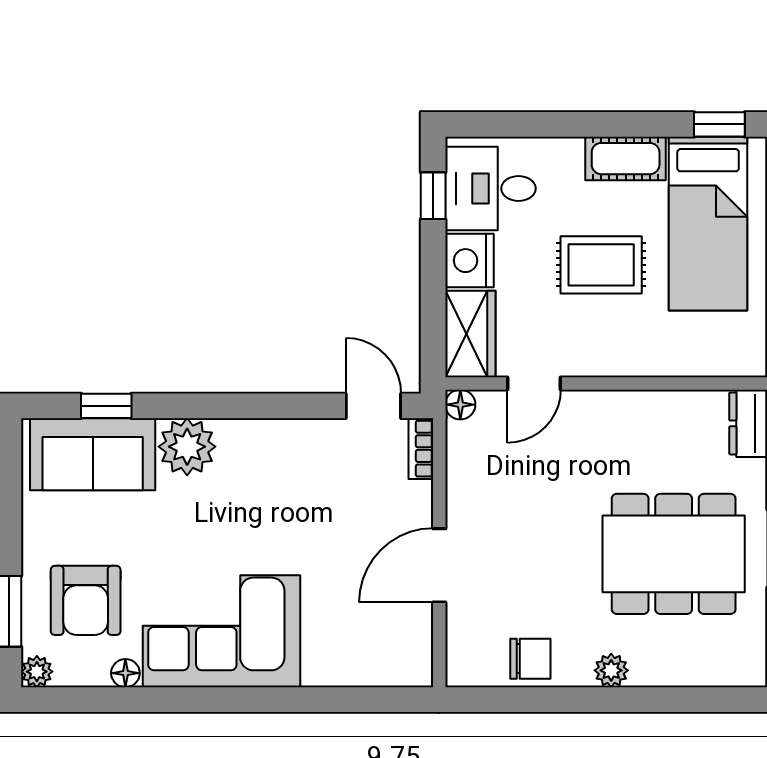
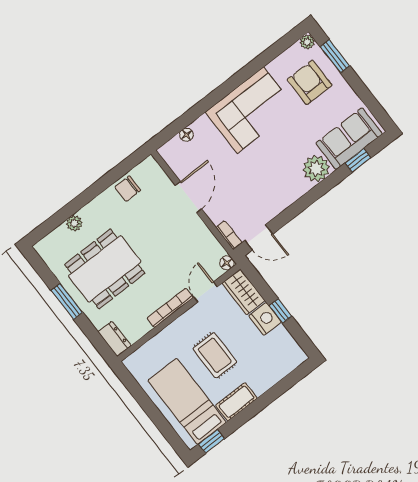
desk: (490, 188) -> (278, 352), removed
window: (433, 196) -> (280, 311), moved
rug: (601, 265) -> (215, 355), turned 90
bookcase: (614, 403) -> (170, 308), added
plant: (611, 670) -> (74, 223), moved
floor lamp: (125, 673) -> (186, 135), moved

